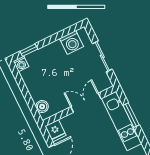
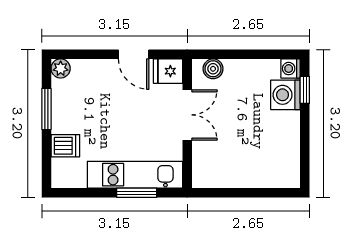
washing machine: (72, 43) -> (285, 95), moved
sliding door: (102, 56) -> (243, 193), removed
double door: (86, 103) -> (187, 115), moved

